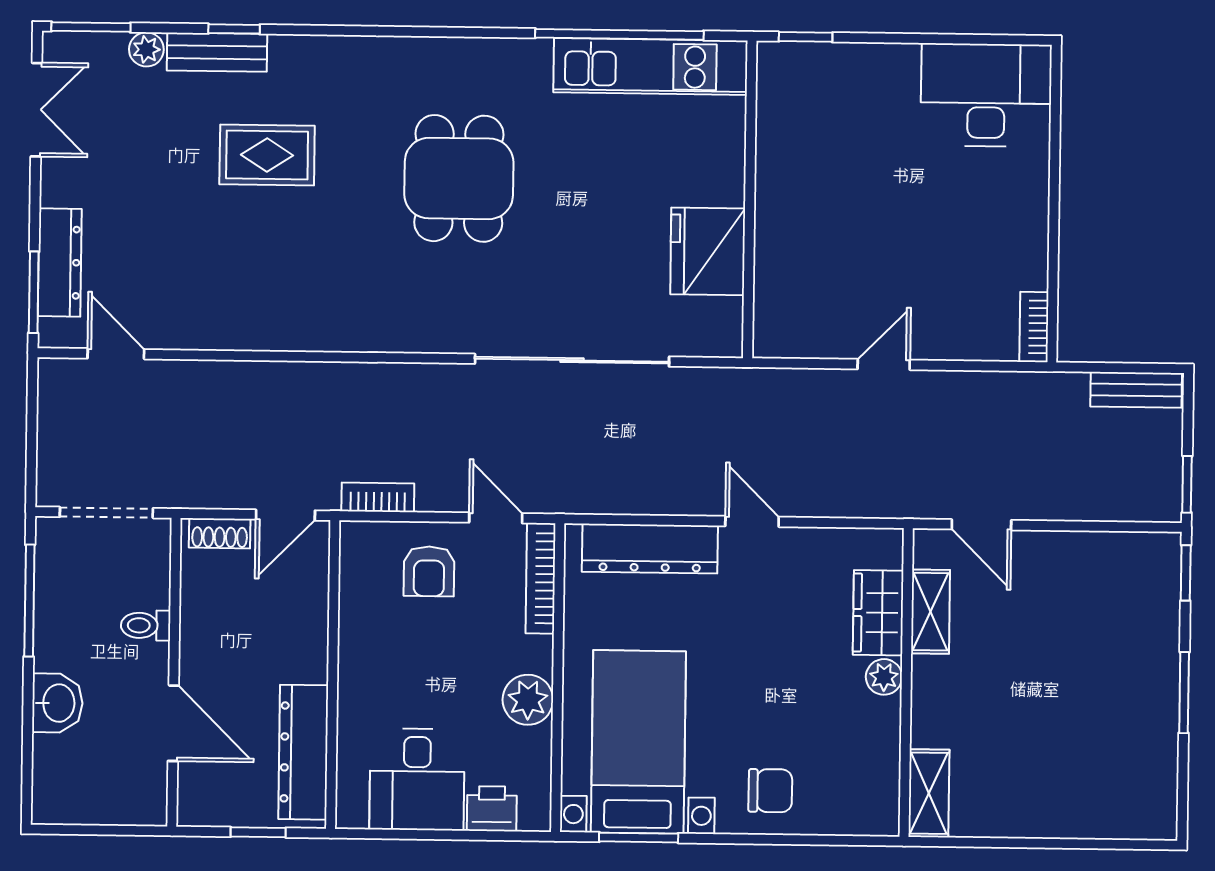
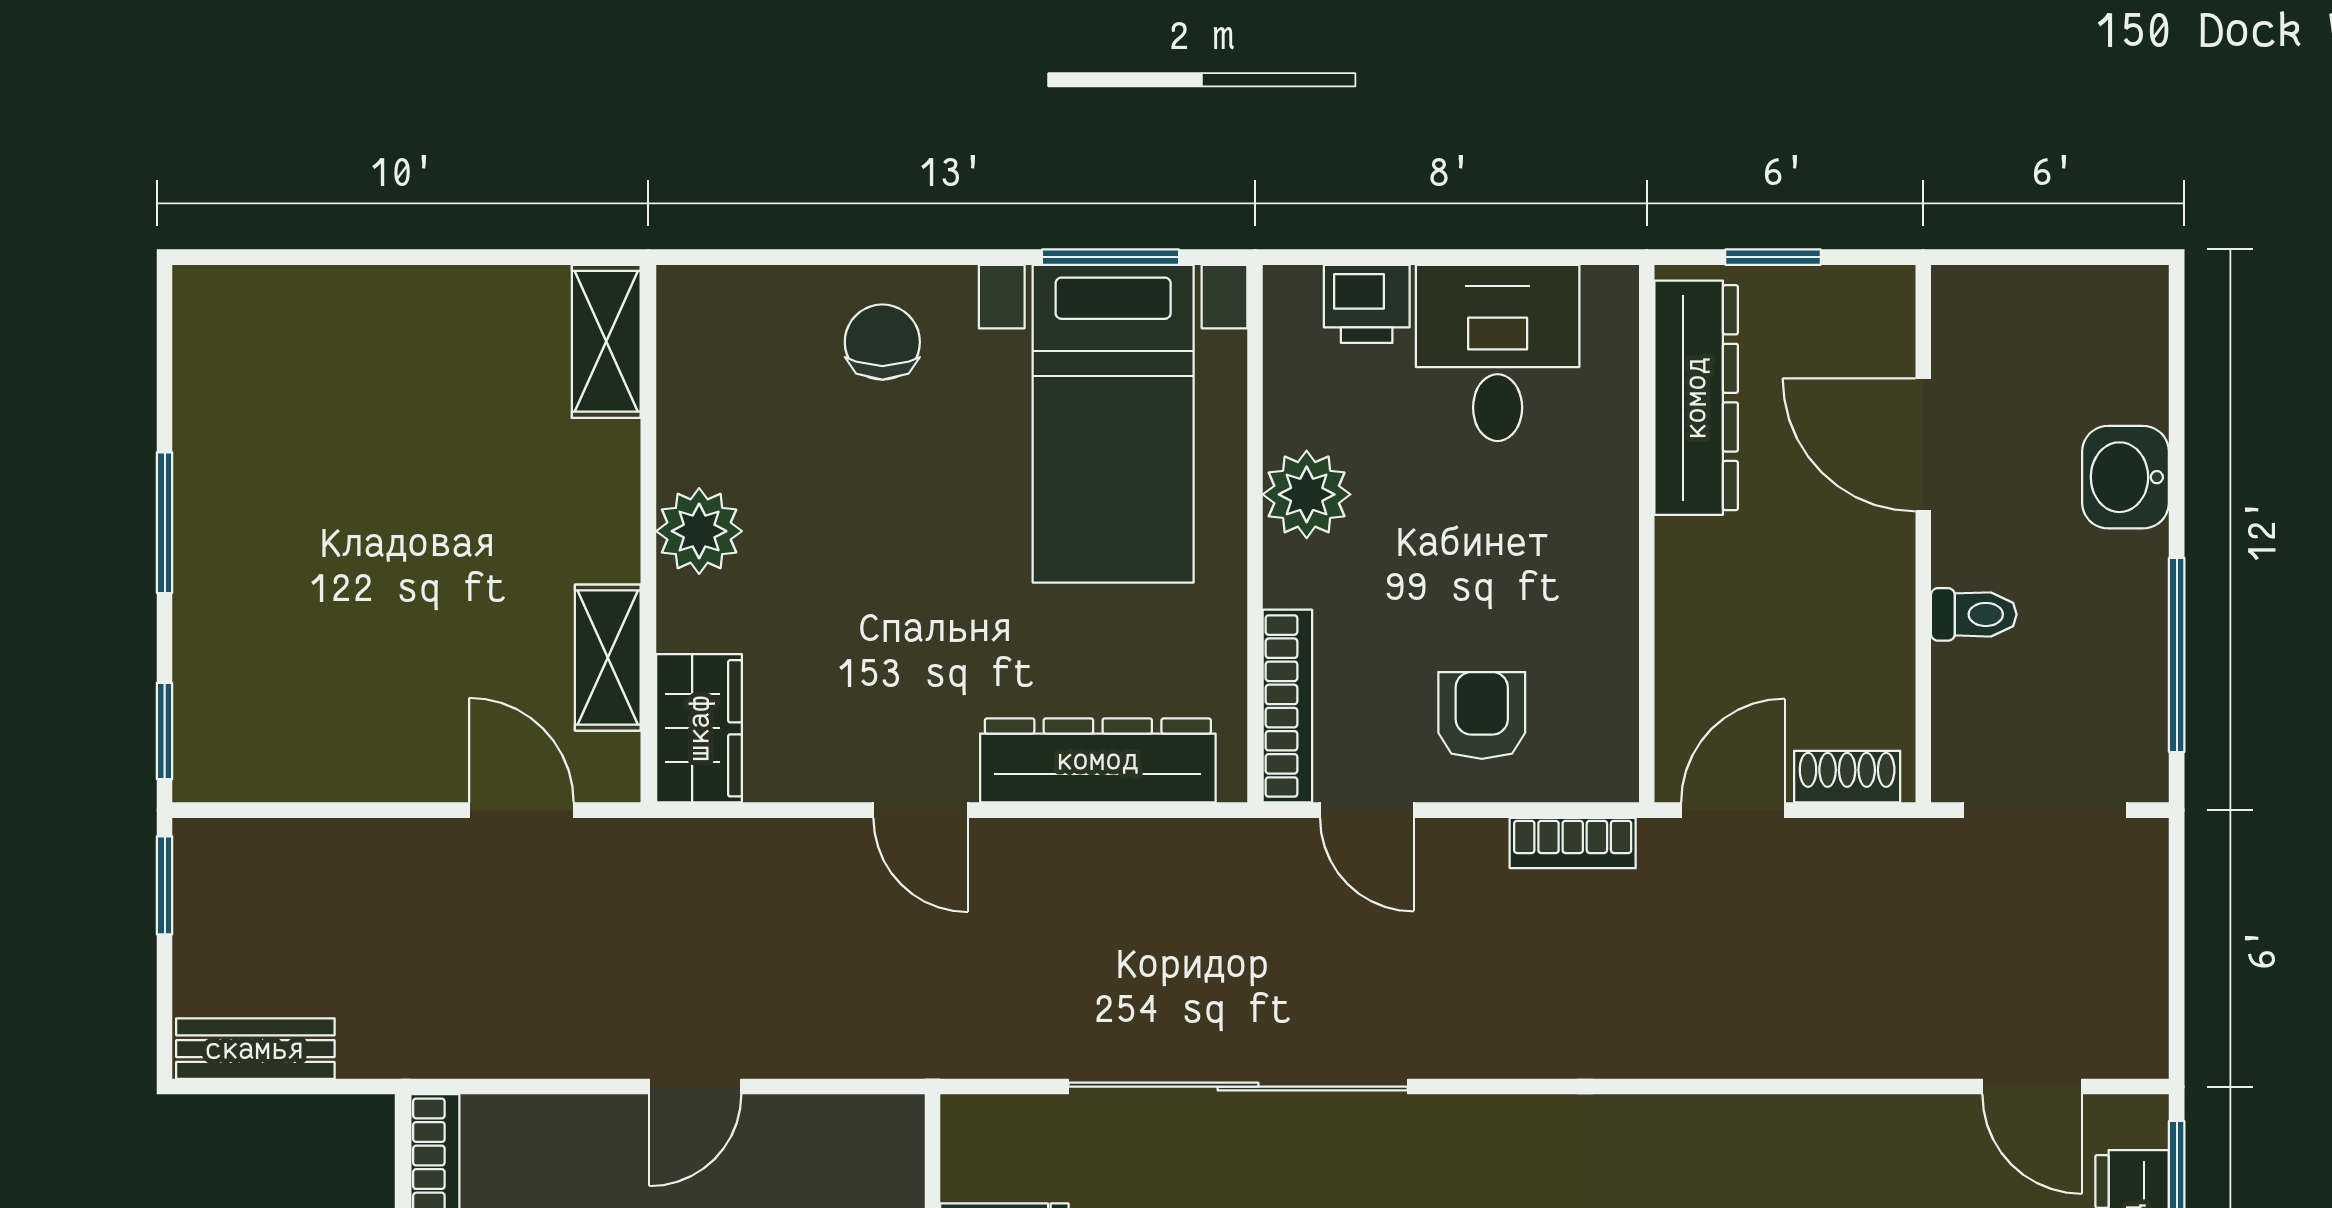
wardrobe: (878, 613) -> (699, 728), moved
plant: (884, 677) -> (699, 531), width x1.38, depth x1.38
chair: (770, 791) -> (882, 342), turned 90

